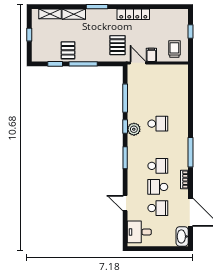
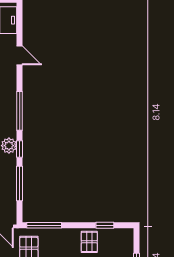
window: (83, 64) -> (44, 225), moved
window: (125, 158) -> (20, 111), width x1.44

